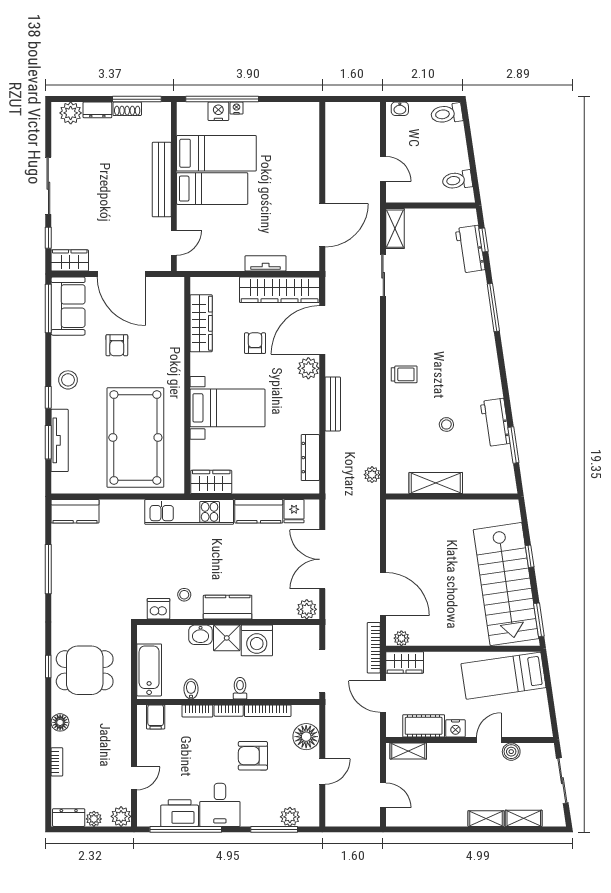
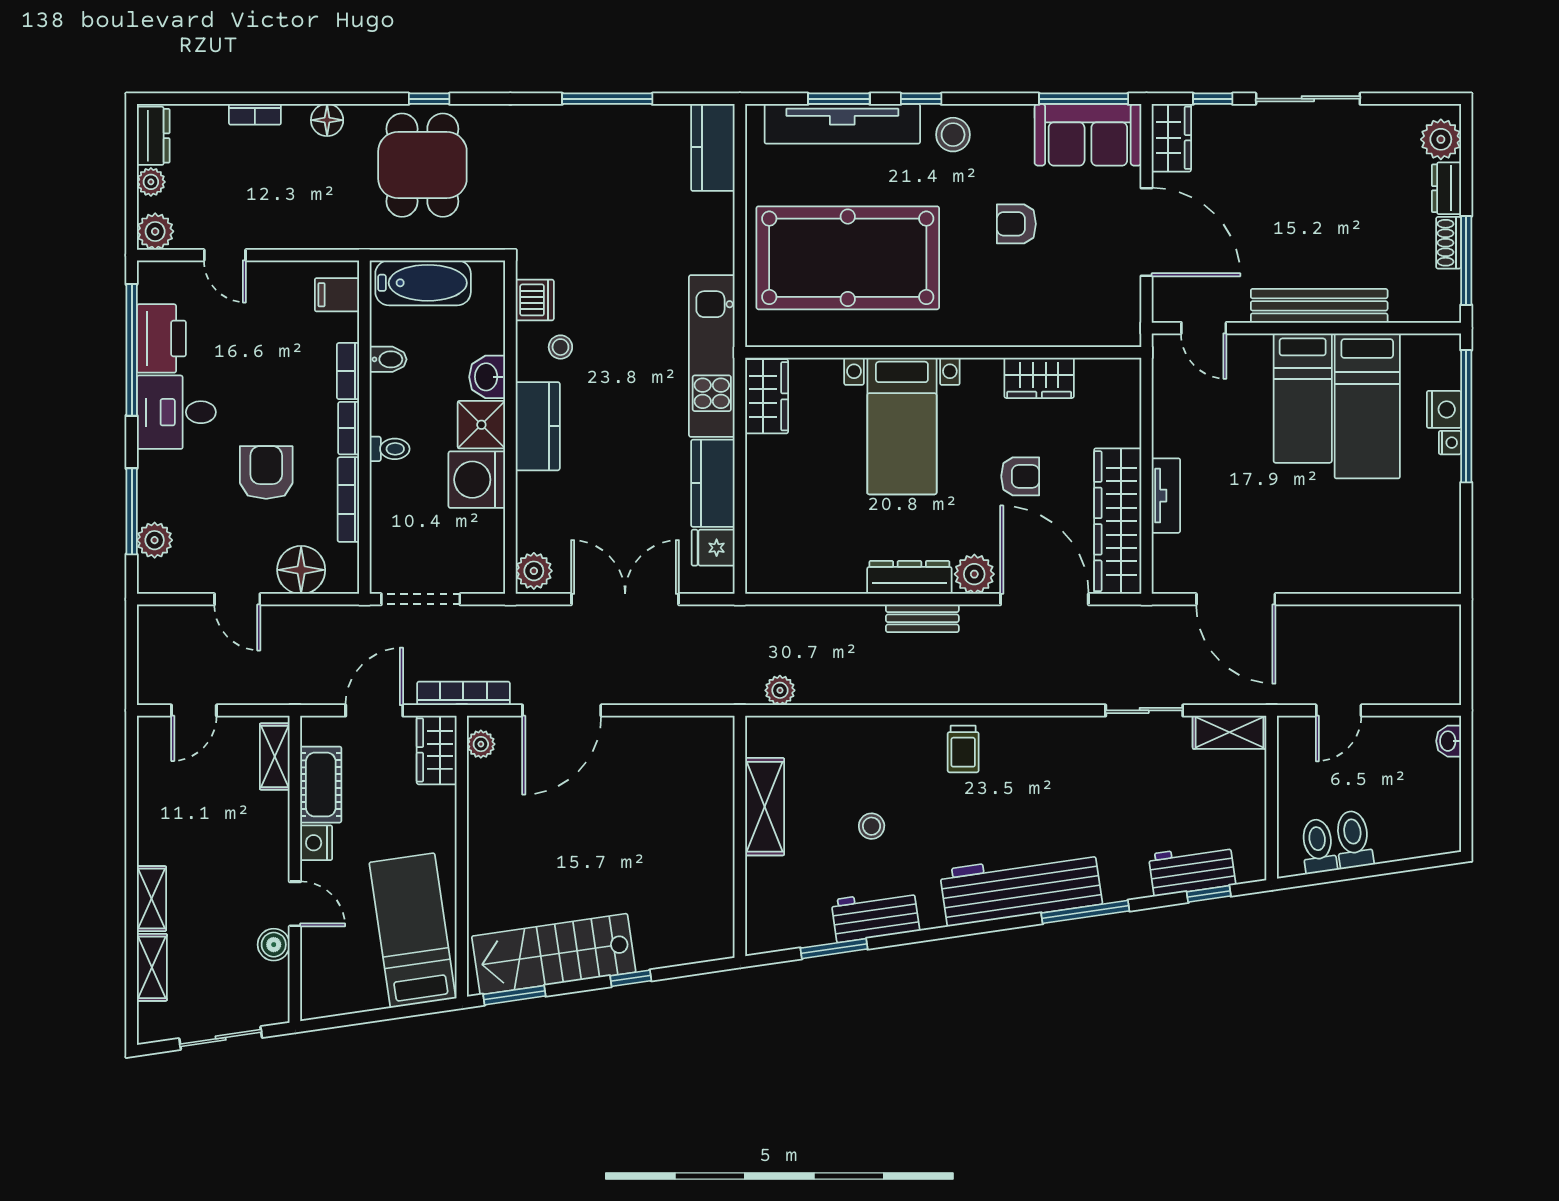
toilet: (447, 114) -> (1353, 839), moved
door: (121, 274) -> (1146, 232), swing flipped
wardrobe: (201, 323) -> (1039, 378), width x0.67
workbench: (480, 343) -> (1021, 887), added
bench: (333, 404) -> (922, 618), width x0.73
tv unit: (60, 440) -> (842, 124), width x1.36, depth x1.29
dresser: (310, 458) -> (909, 577), moved
stairs: (506, 584) -> (554, 954), width x0.73, depth x0.66

